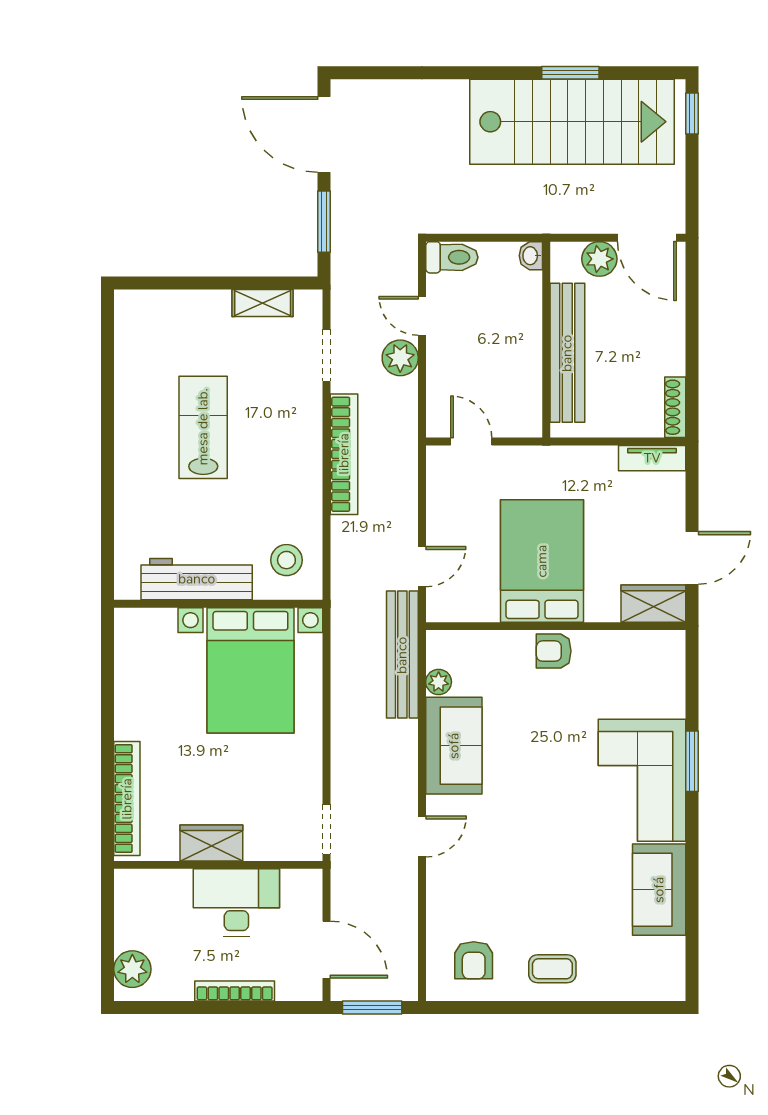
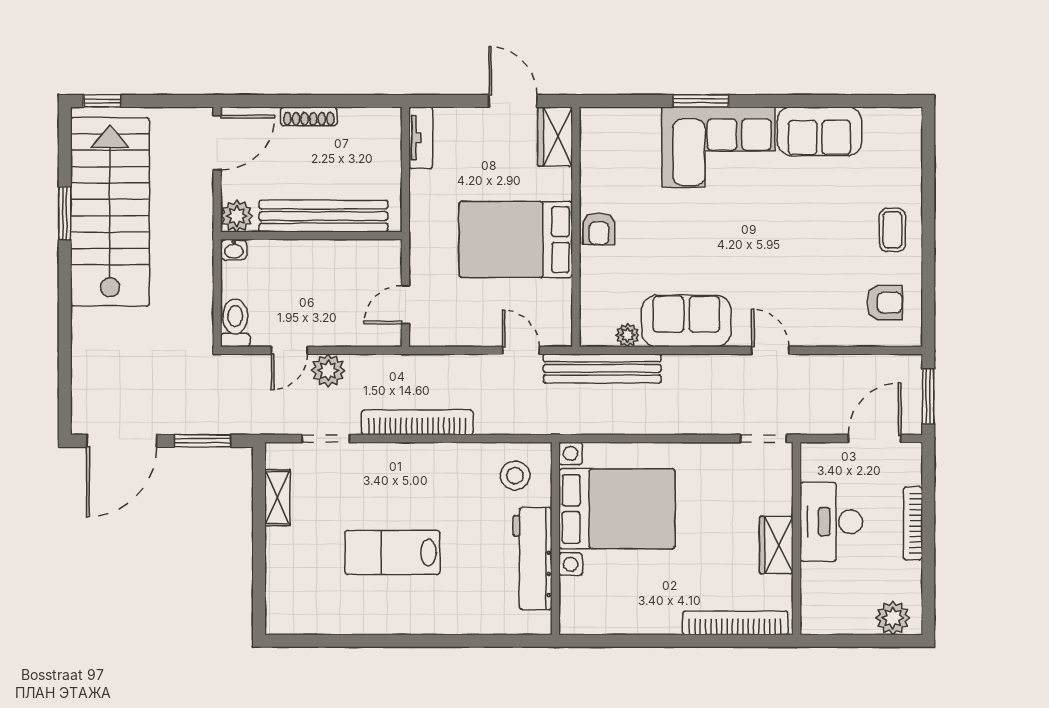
plant: (599, 259) -> (237, 216), moved
shoe rack: (675, 407) -> (309, 116), moved

